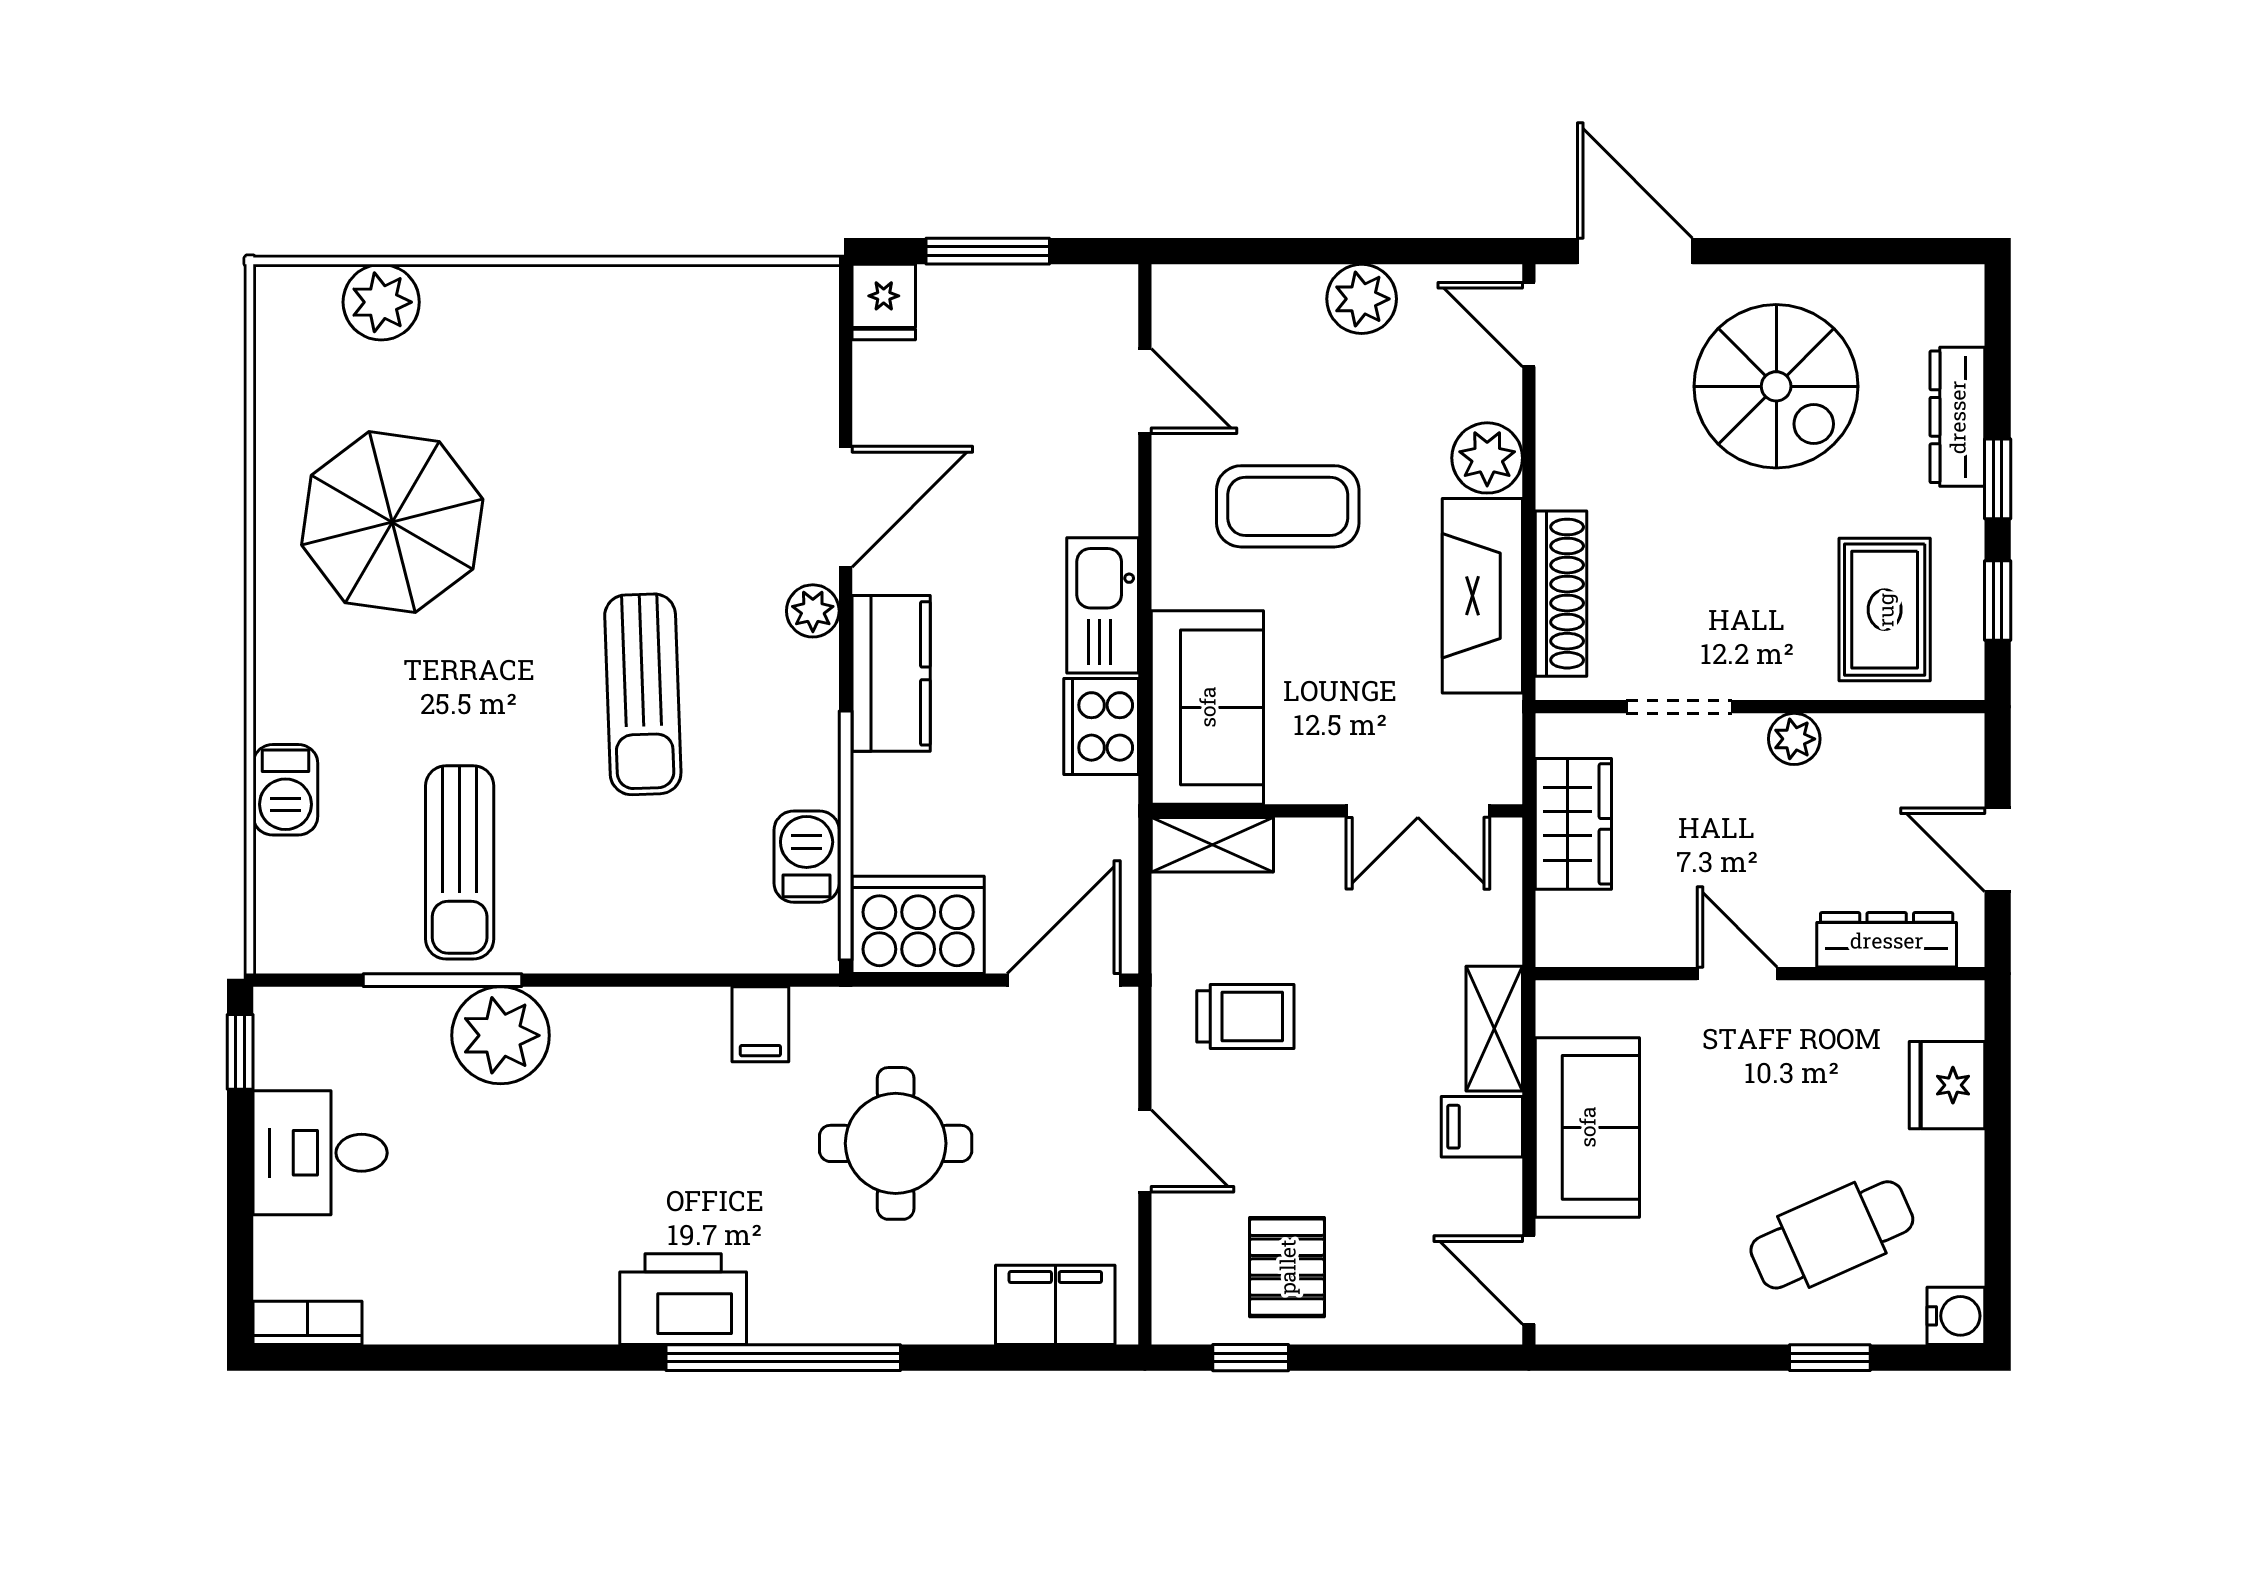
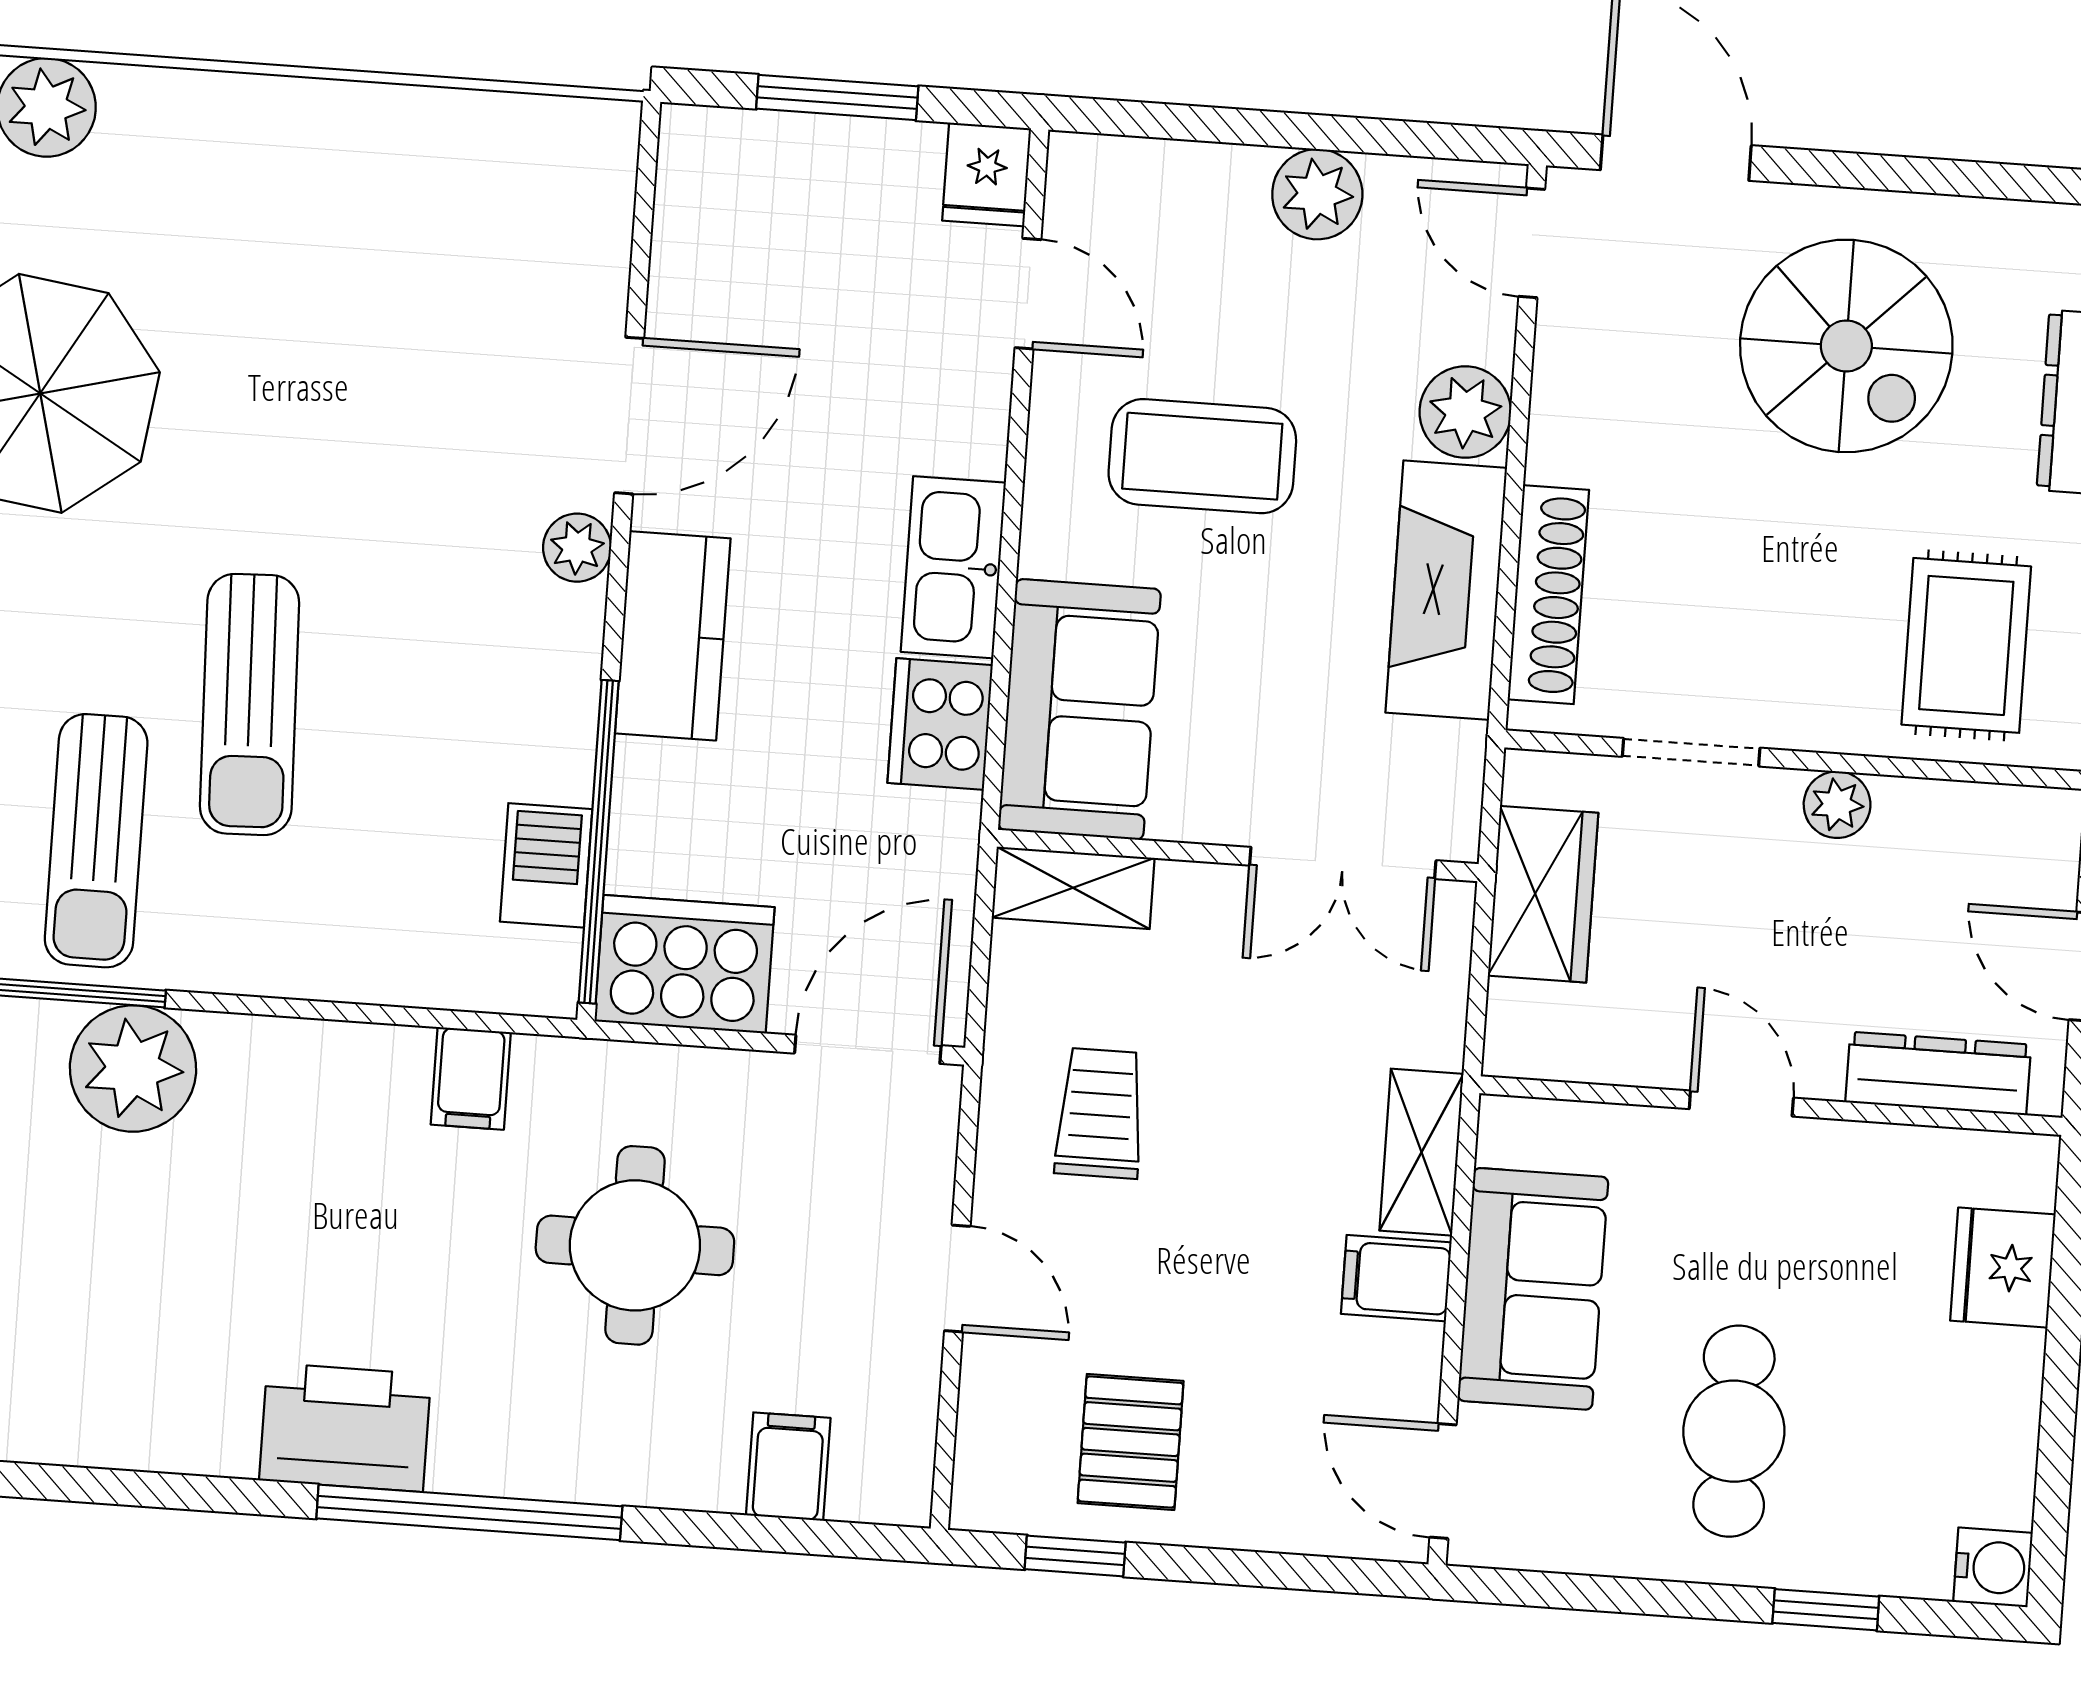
fridge: (884, 302) -> (987, 175), moved
sun lounger: (643, 694) -> (249, 704), moved
trolley: (1245, 1016) -> (1100, 1113), turned -90
cafe table: (1832, 1235) -> (1734, 1431), moved, turned -66
filing cabinet: (1055, 1305) -> (788, 1467), width x0.50

